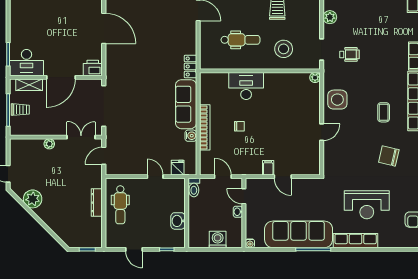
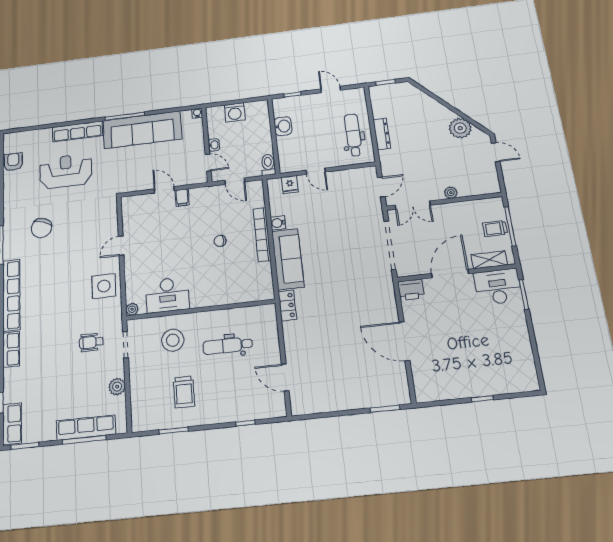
desk: (246, 86) -> (167, 295), moved
coffee table: (384, 112) -> (48, 277), removed
chair: (389, 156) -> (41, 228), turned 97

